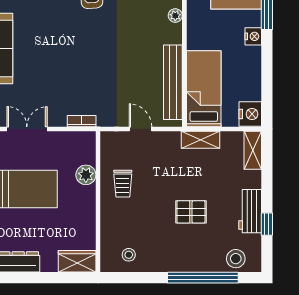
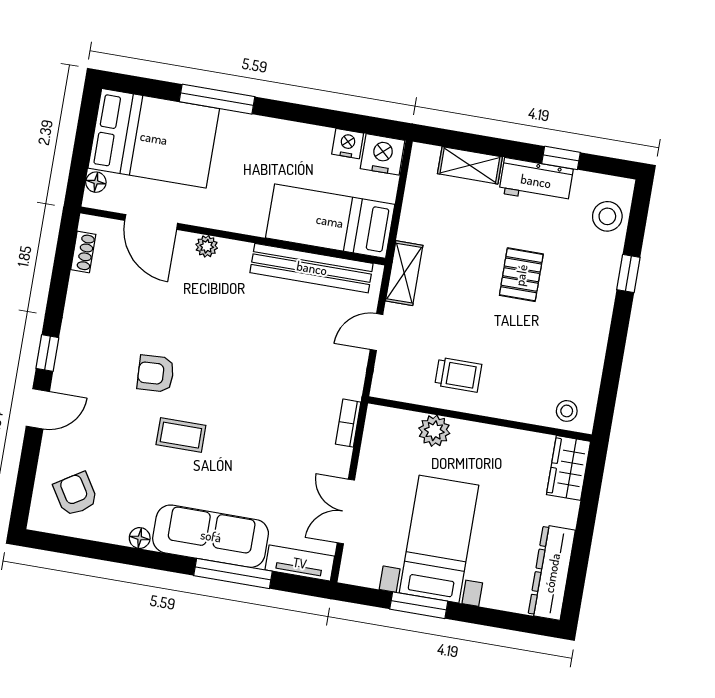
coffee table: (57, 20) -> (181, 435), added
nightstand: (253, 36) -> (348, 144), moved
shelving: (200, 140) -> (404, 273), moved
shelving: (253, 150) -> (470, 165), moved
stool: (129, 255) -> (567, 411), moved
window: (203, 278) -> (628, 274), width x0.32

